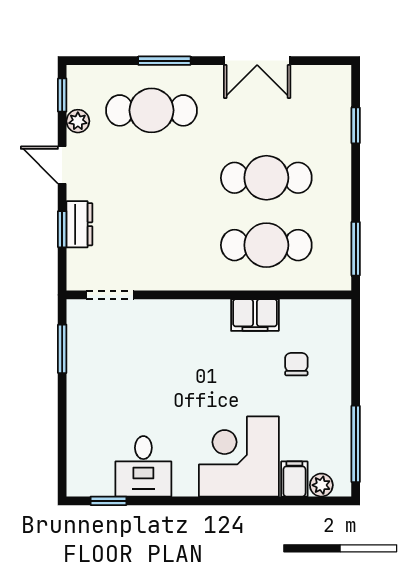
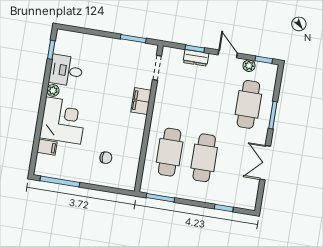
door: (62, 165) -> (228, 54), hinge flipped
filing cabinet: (255, 315) -> (141, 101), moved
plant: (321, 485) -> (53, 90), moved

